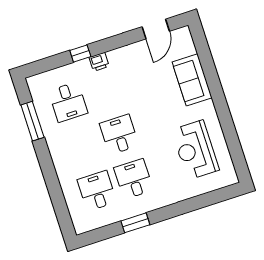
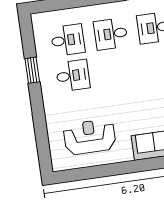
desk: (119, 134) -> (111, 34), moved, turned 180

